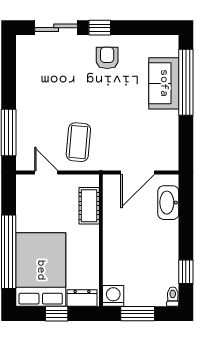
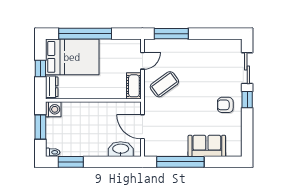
armchair: (107, 58) -> (225, 105), turned 180
window: (186, 82) -> (180, 162), moved
coffee table: (78, 142) -> (164, 84), turned -41
cot: (89, 206) -> (134, 86), moved, turned 90
window: (186, 272) -> (71, 162), width x1.50

